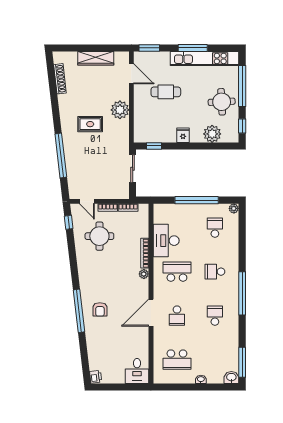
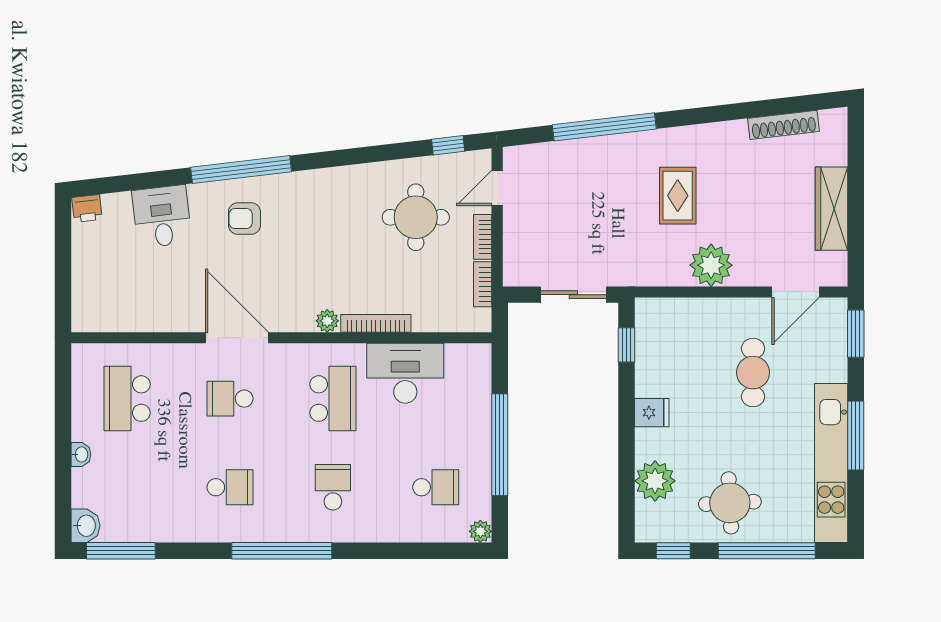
desk: (137, 371) -> (162, 217), moved, turned 83

